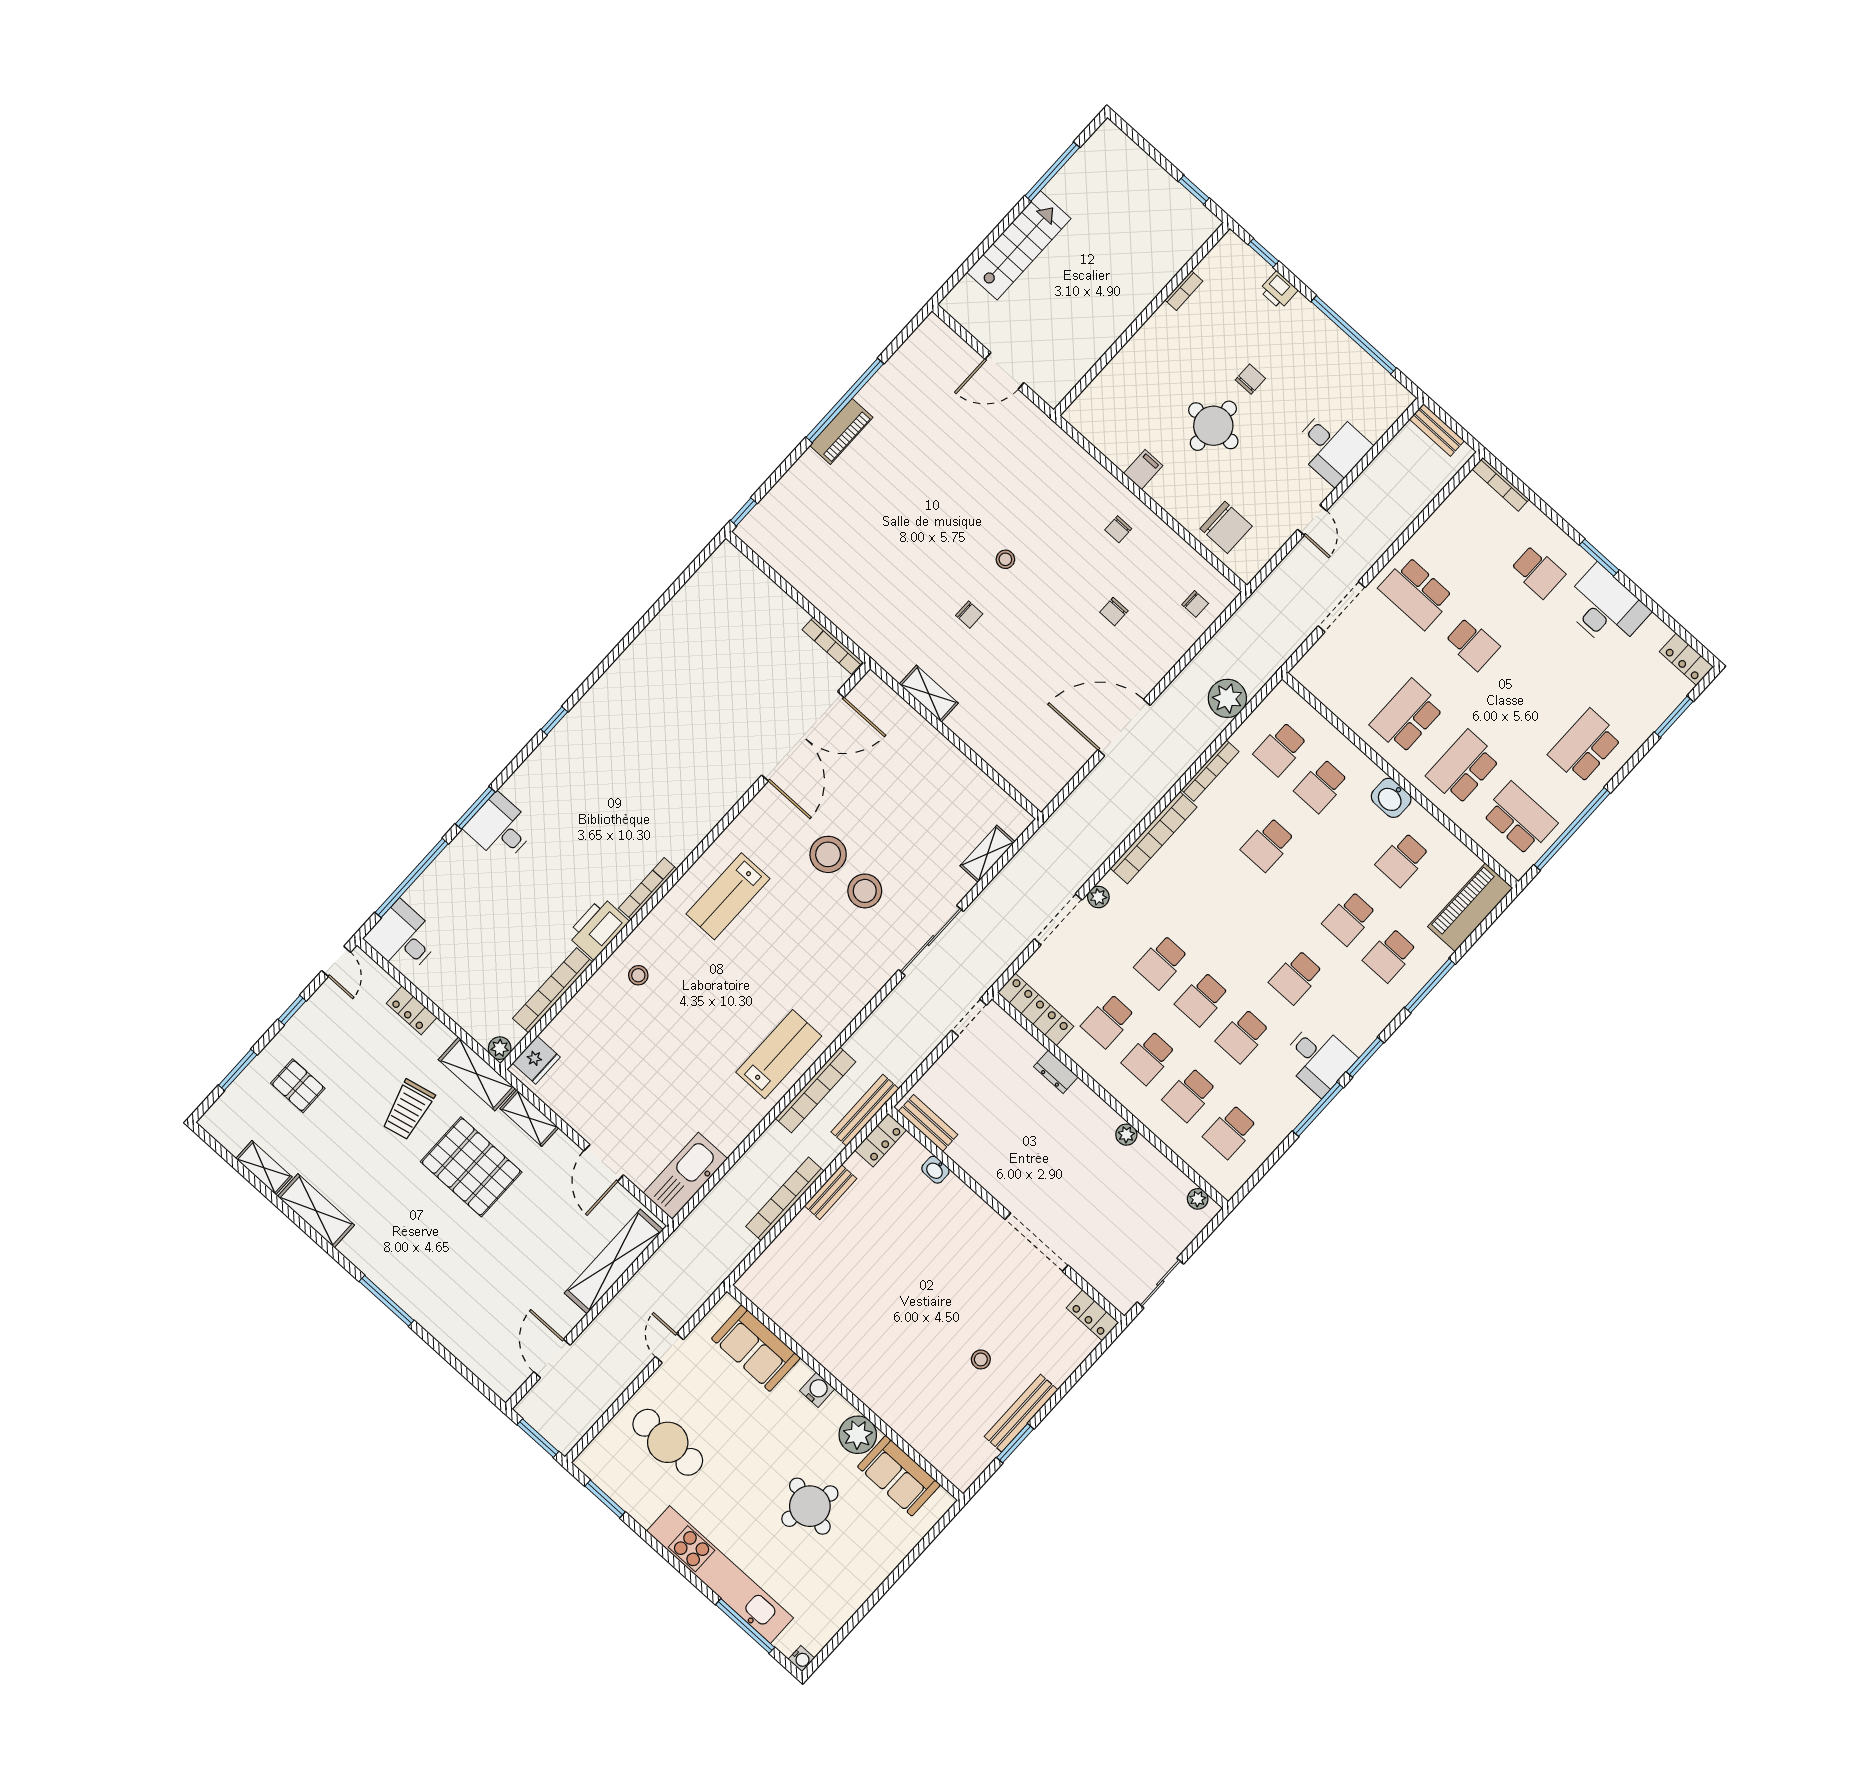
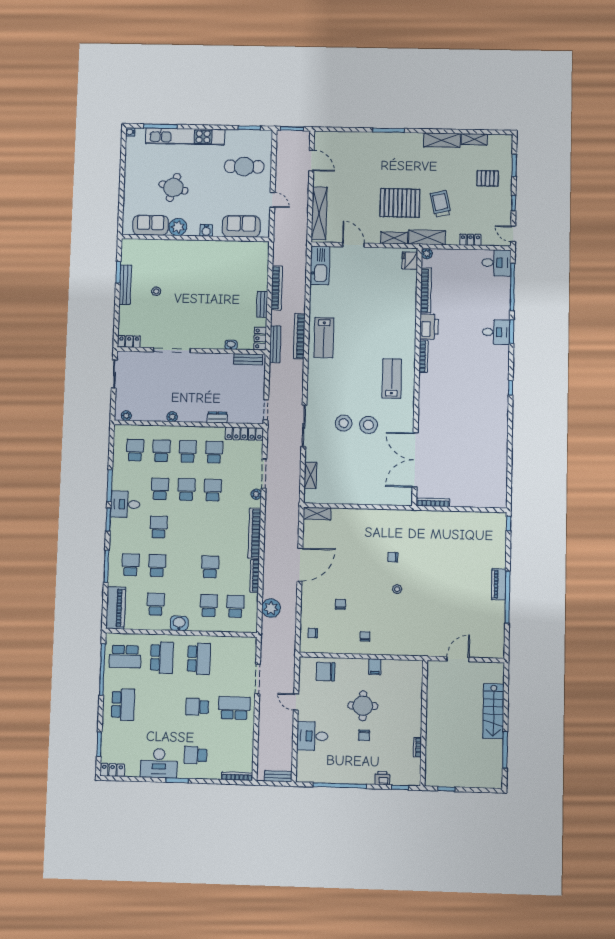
shelving: (929, 694) -> (317, 514), moved
stool: (638, 975) -> (400, 322), removed

